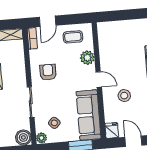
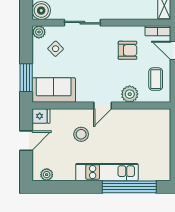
armchair: (48, 72) -> (128, 50), moved
sofa: (89, 115) -> (54, 90), width x0.73

